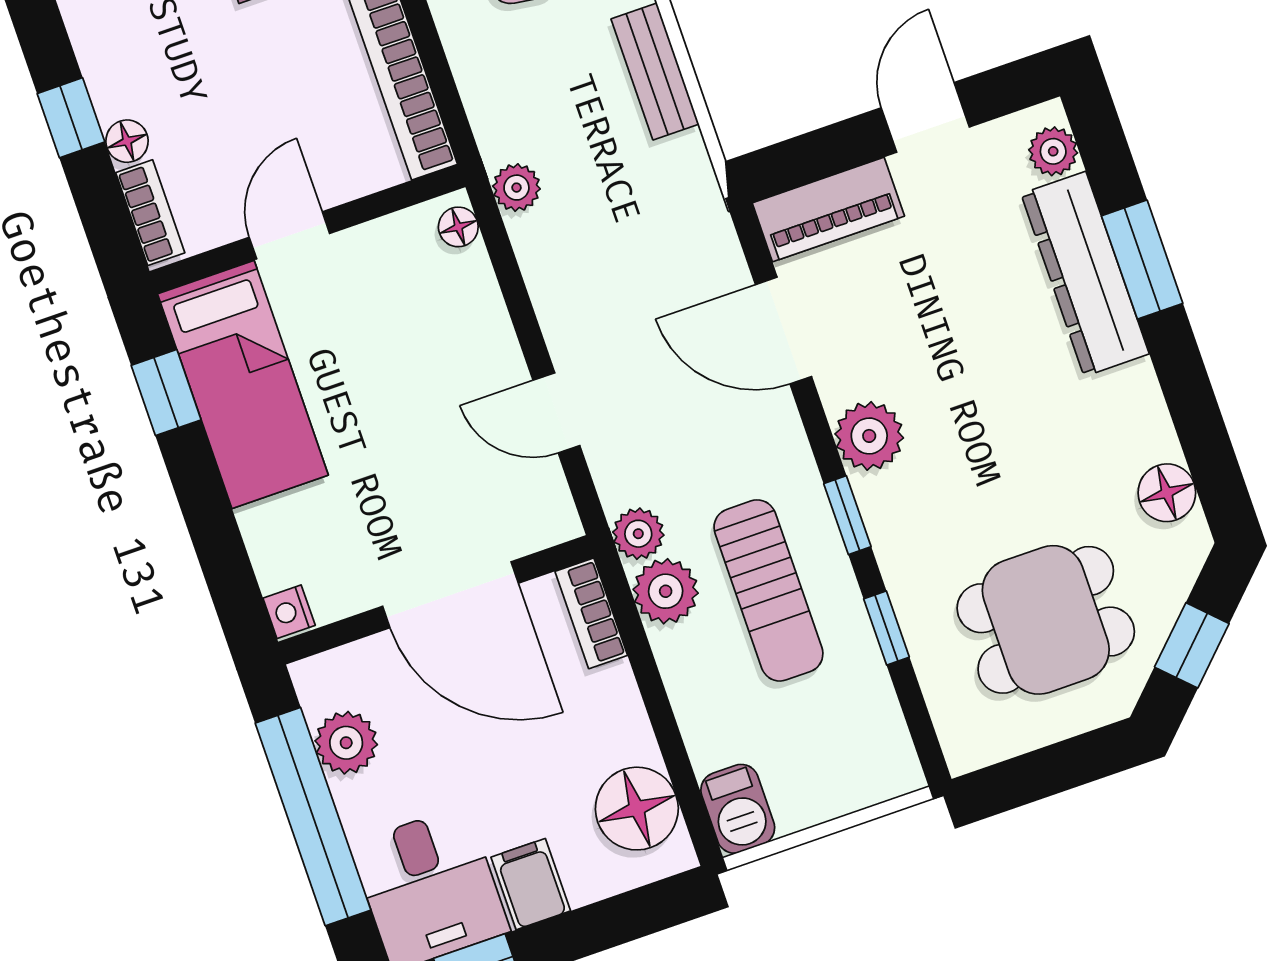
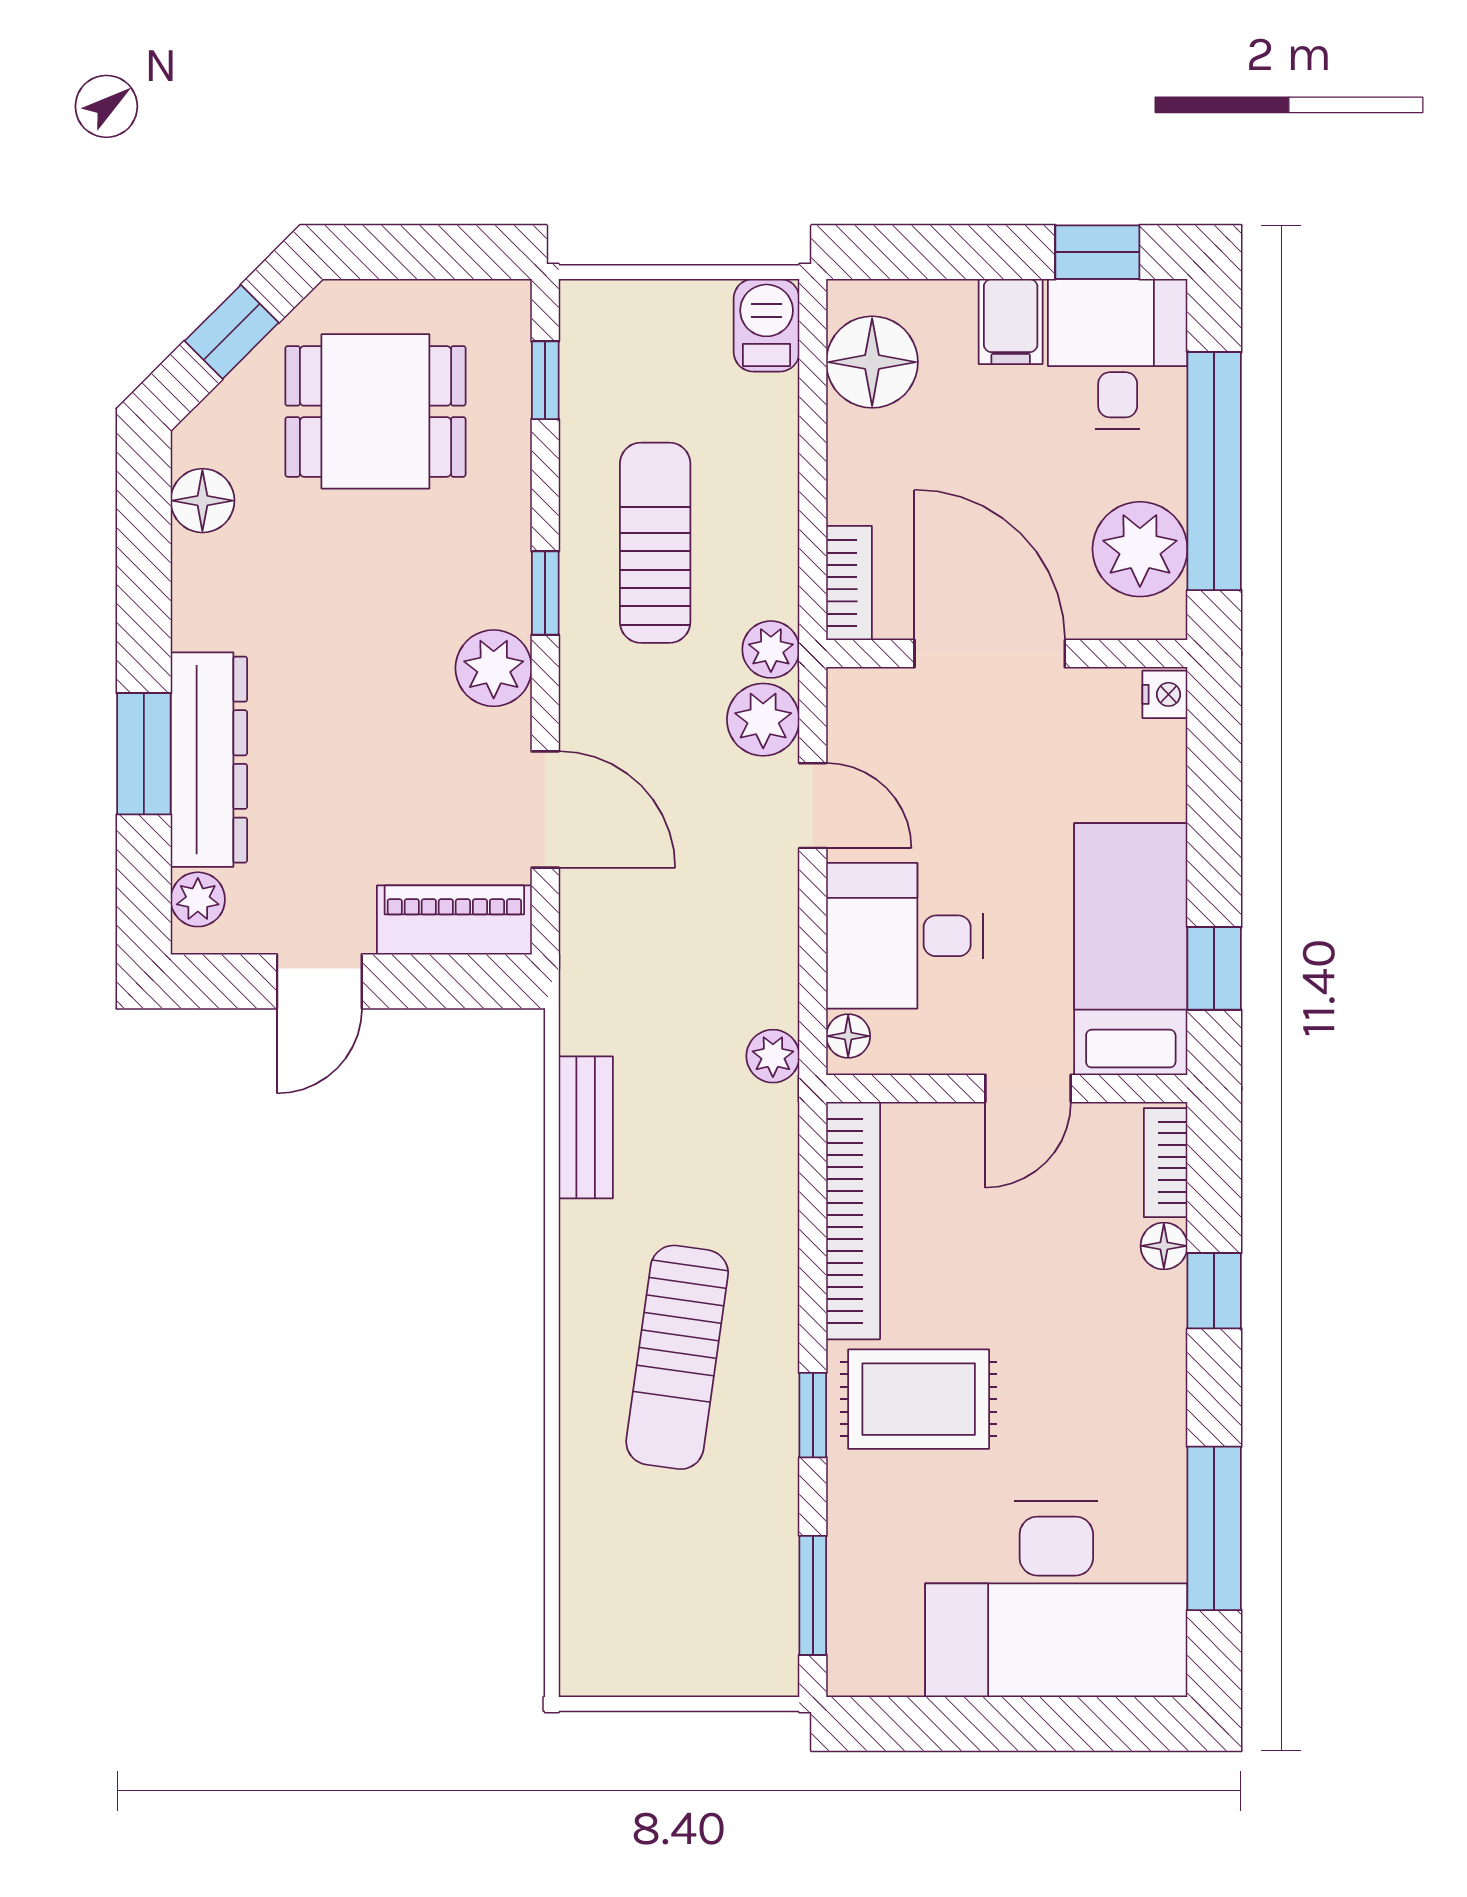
desk: (440, 329) -> (905, 936), added
plant: (666, 591) -> (763, 720), moved
window: (886, 628) -> (545, 380), moved
plant: (346, 743) -> (1140, 549), width x1.36, depth x1.36

